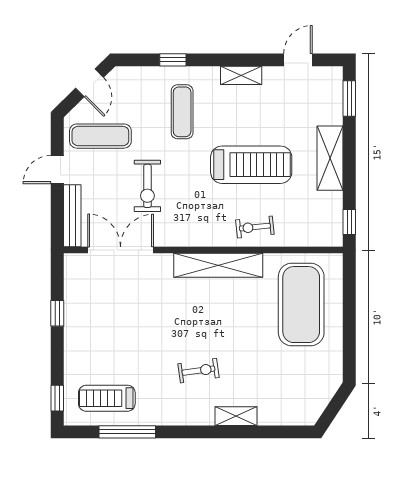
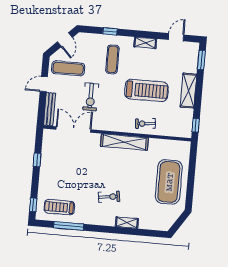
exercise mat: (301, 305) -> (169, 182), moved

